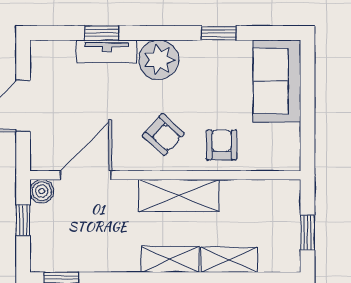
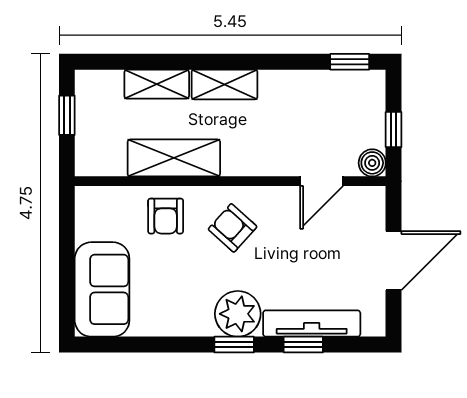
window: (219, 33) -> (234, 345), moved
tv unit: (107, 51) -> (312, 324), width x1.41
door: (86, 175) -> (322, 181), width x0.73
shelving: (179, 195) -> (174, 158), moved

